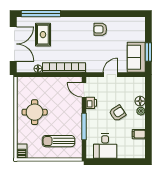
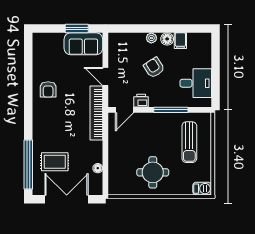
bookcase: (64, 68) -> (96, 113), moved
floor lamp: (140, 101) -> (167, 39), moved

